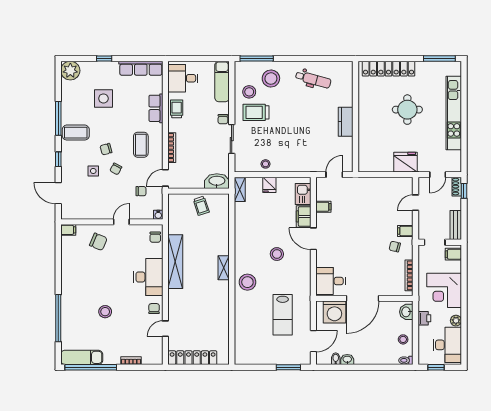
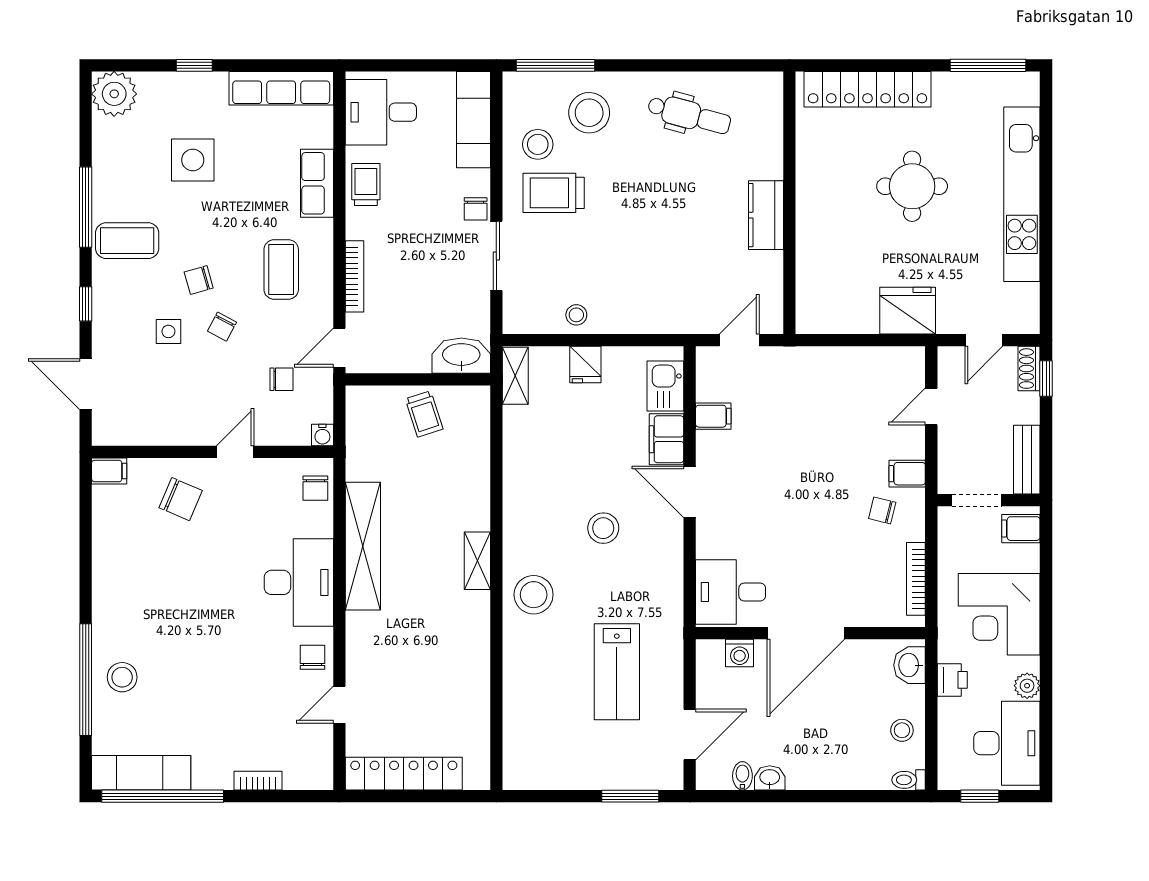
stool: (105, 312) -> (122, 677), moved
washing machine: (334, 312) -> (740, 653), width x0.53, depth x0.53

